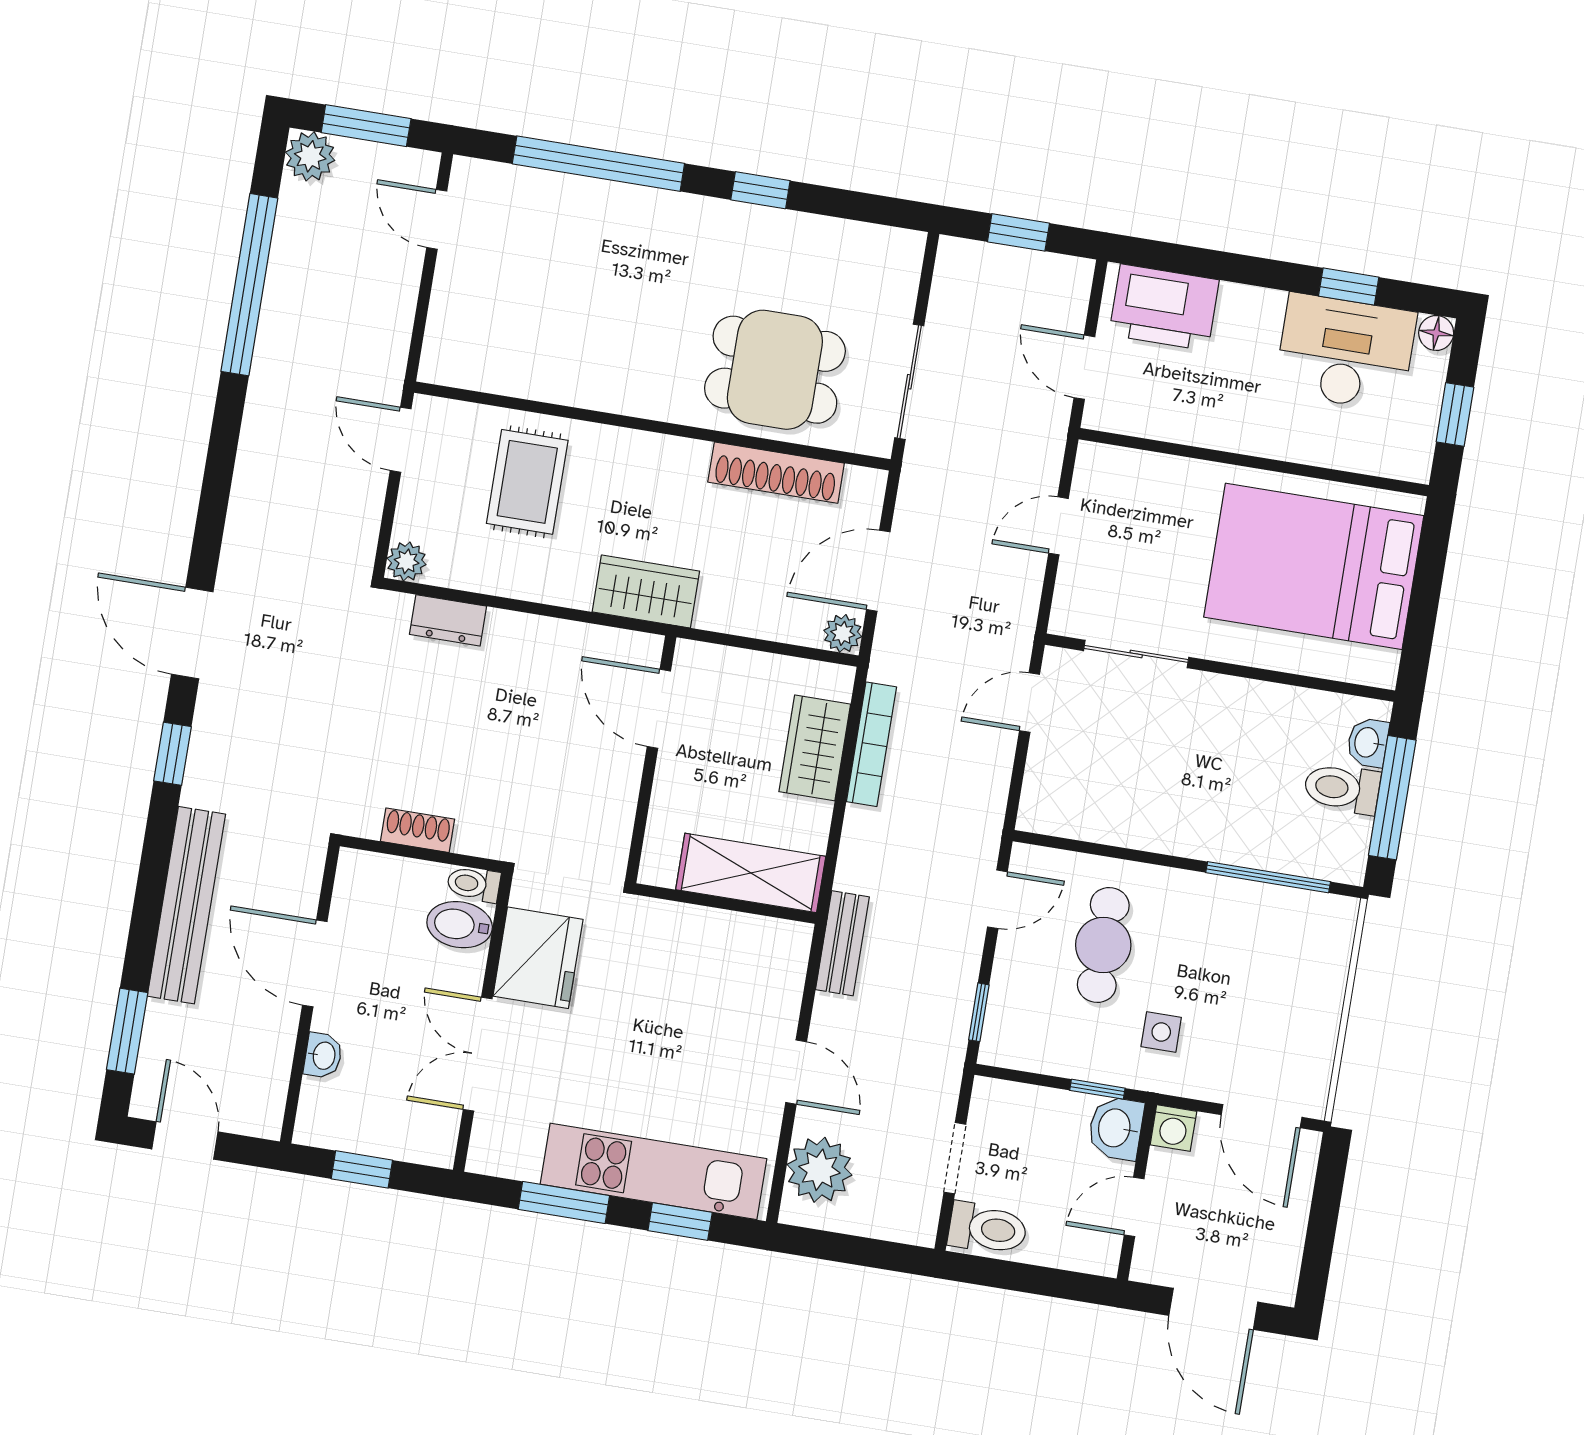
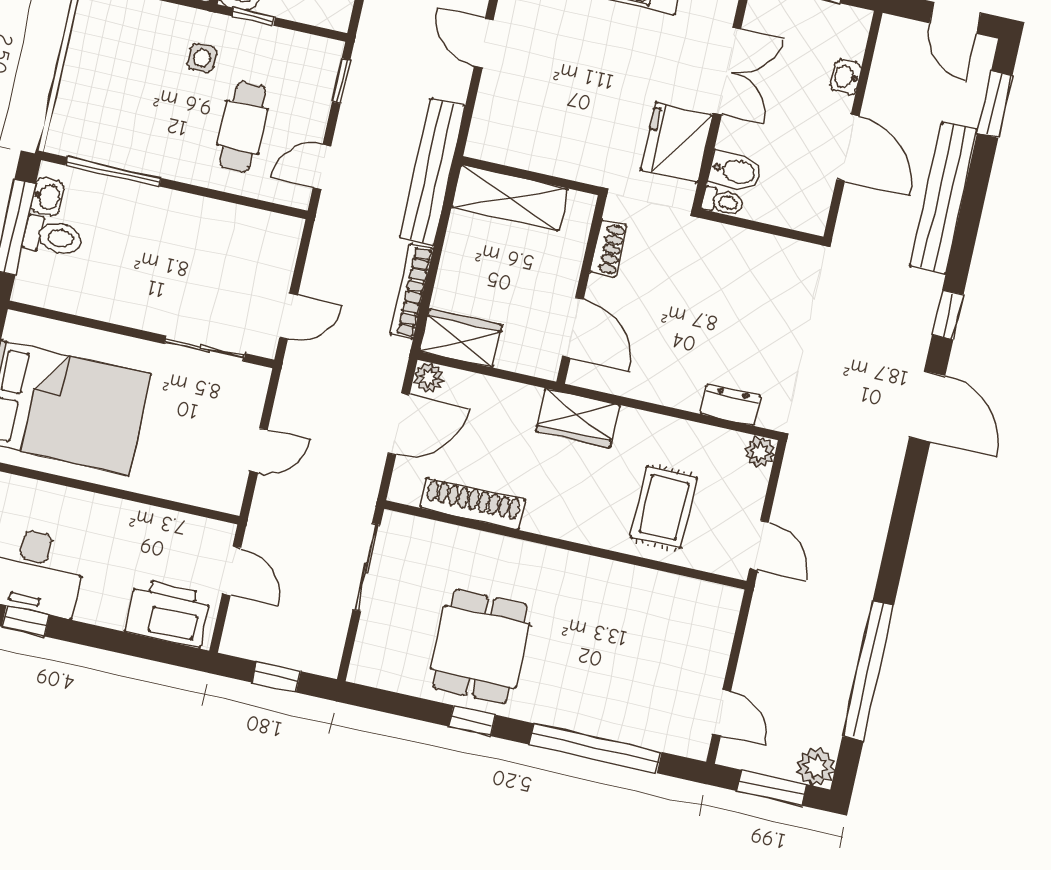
dining table: (775, 370) -> (480, 647), moved, turned 90
washbasin: (1368, 743) -> (48, 197), moved
wardrobe: (815, 748) -> (461, 338), moved, turned -90
shoe rack: (418, 830) -> (608, 249), moved, turned -90
bench: (842, 943) -> (432, 172), width x1.86, depth x1.21

